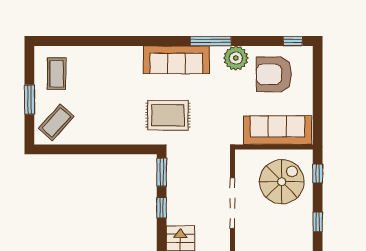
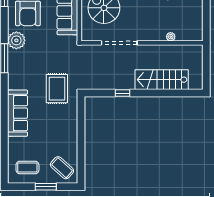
sofa: (176, 60) -> (18, 113), moved
window: (162, 172) -> (97, 93), removed

